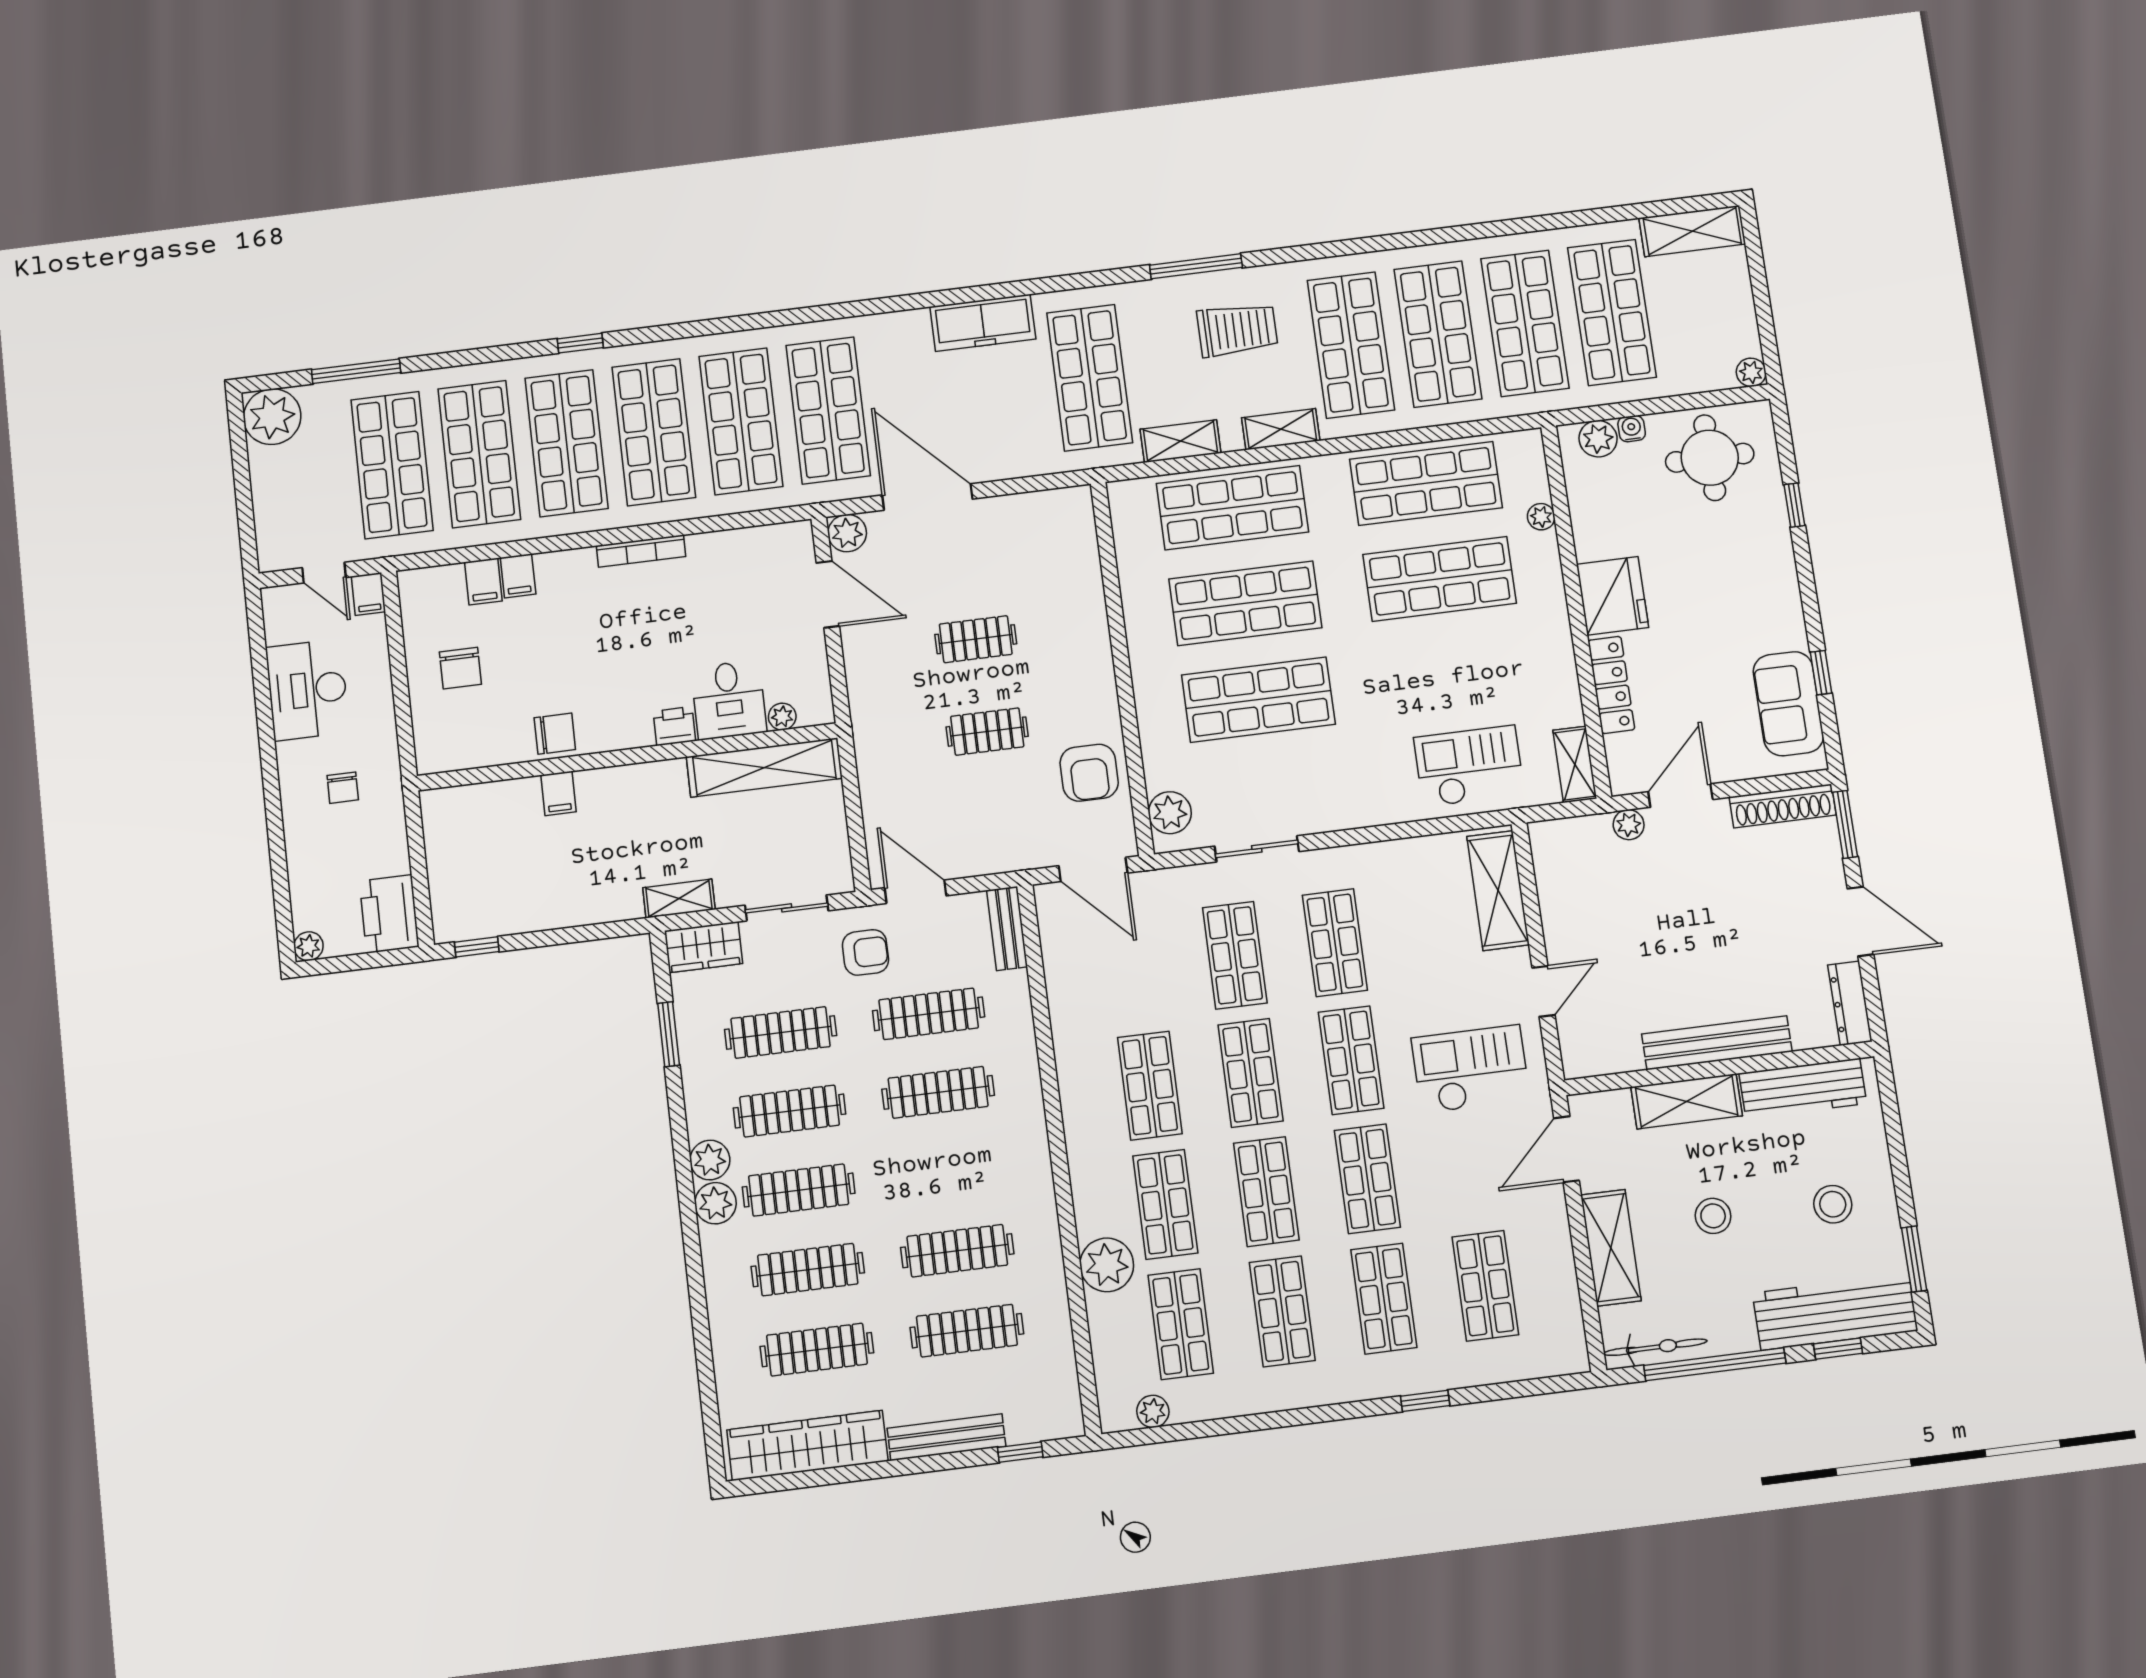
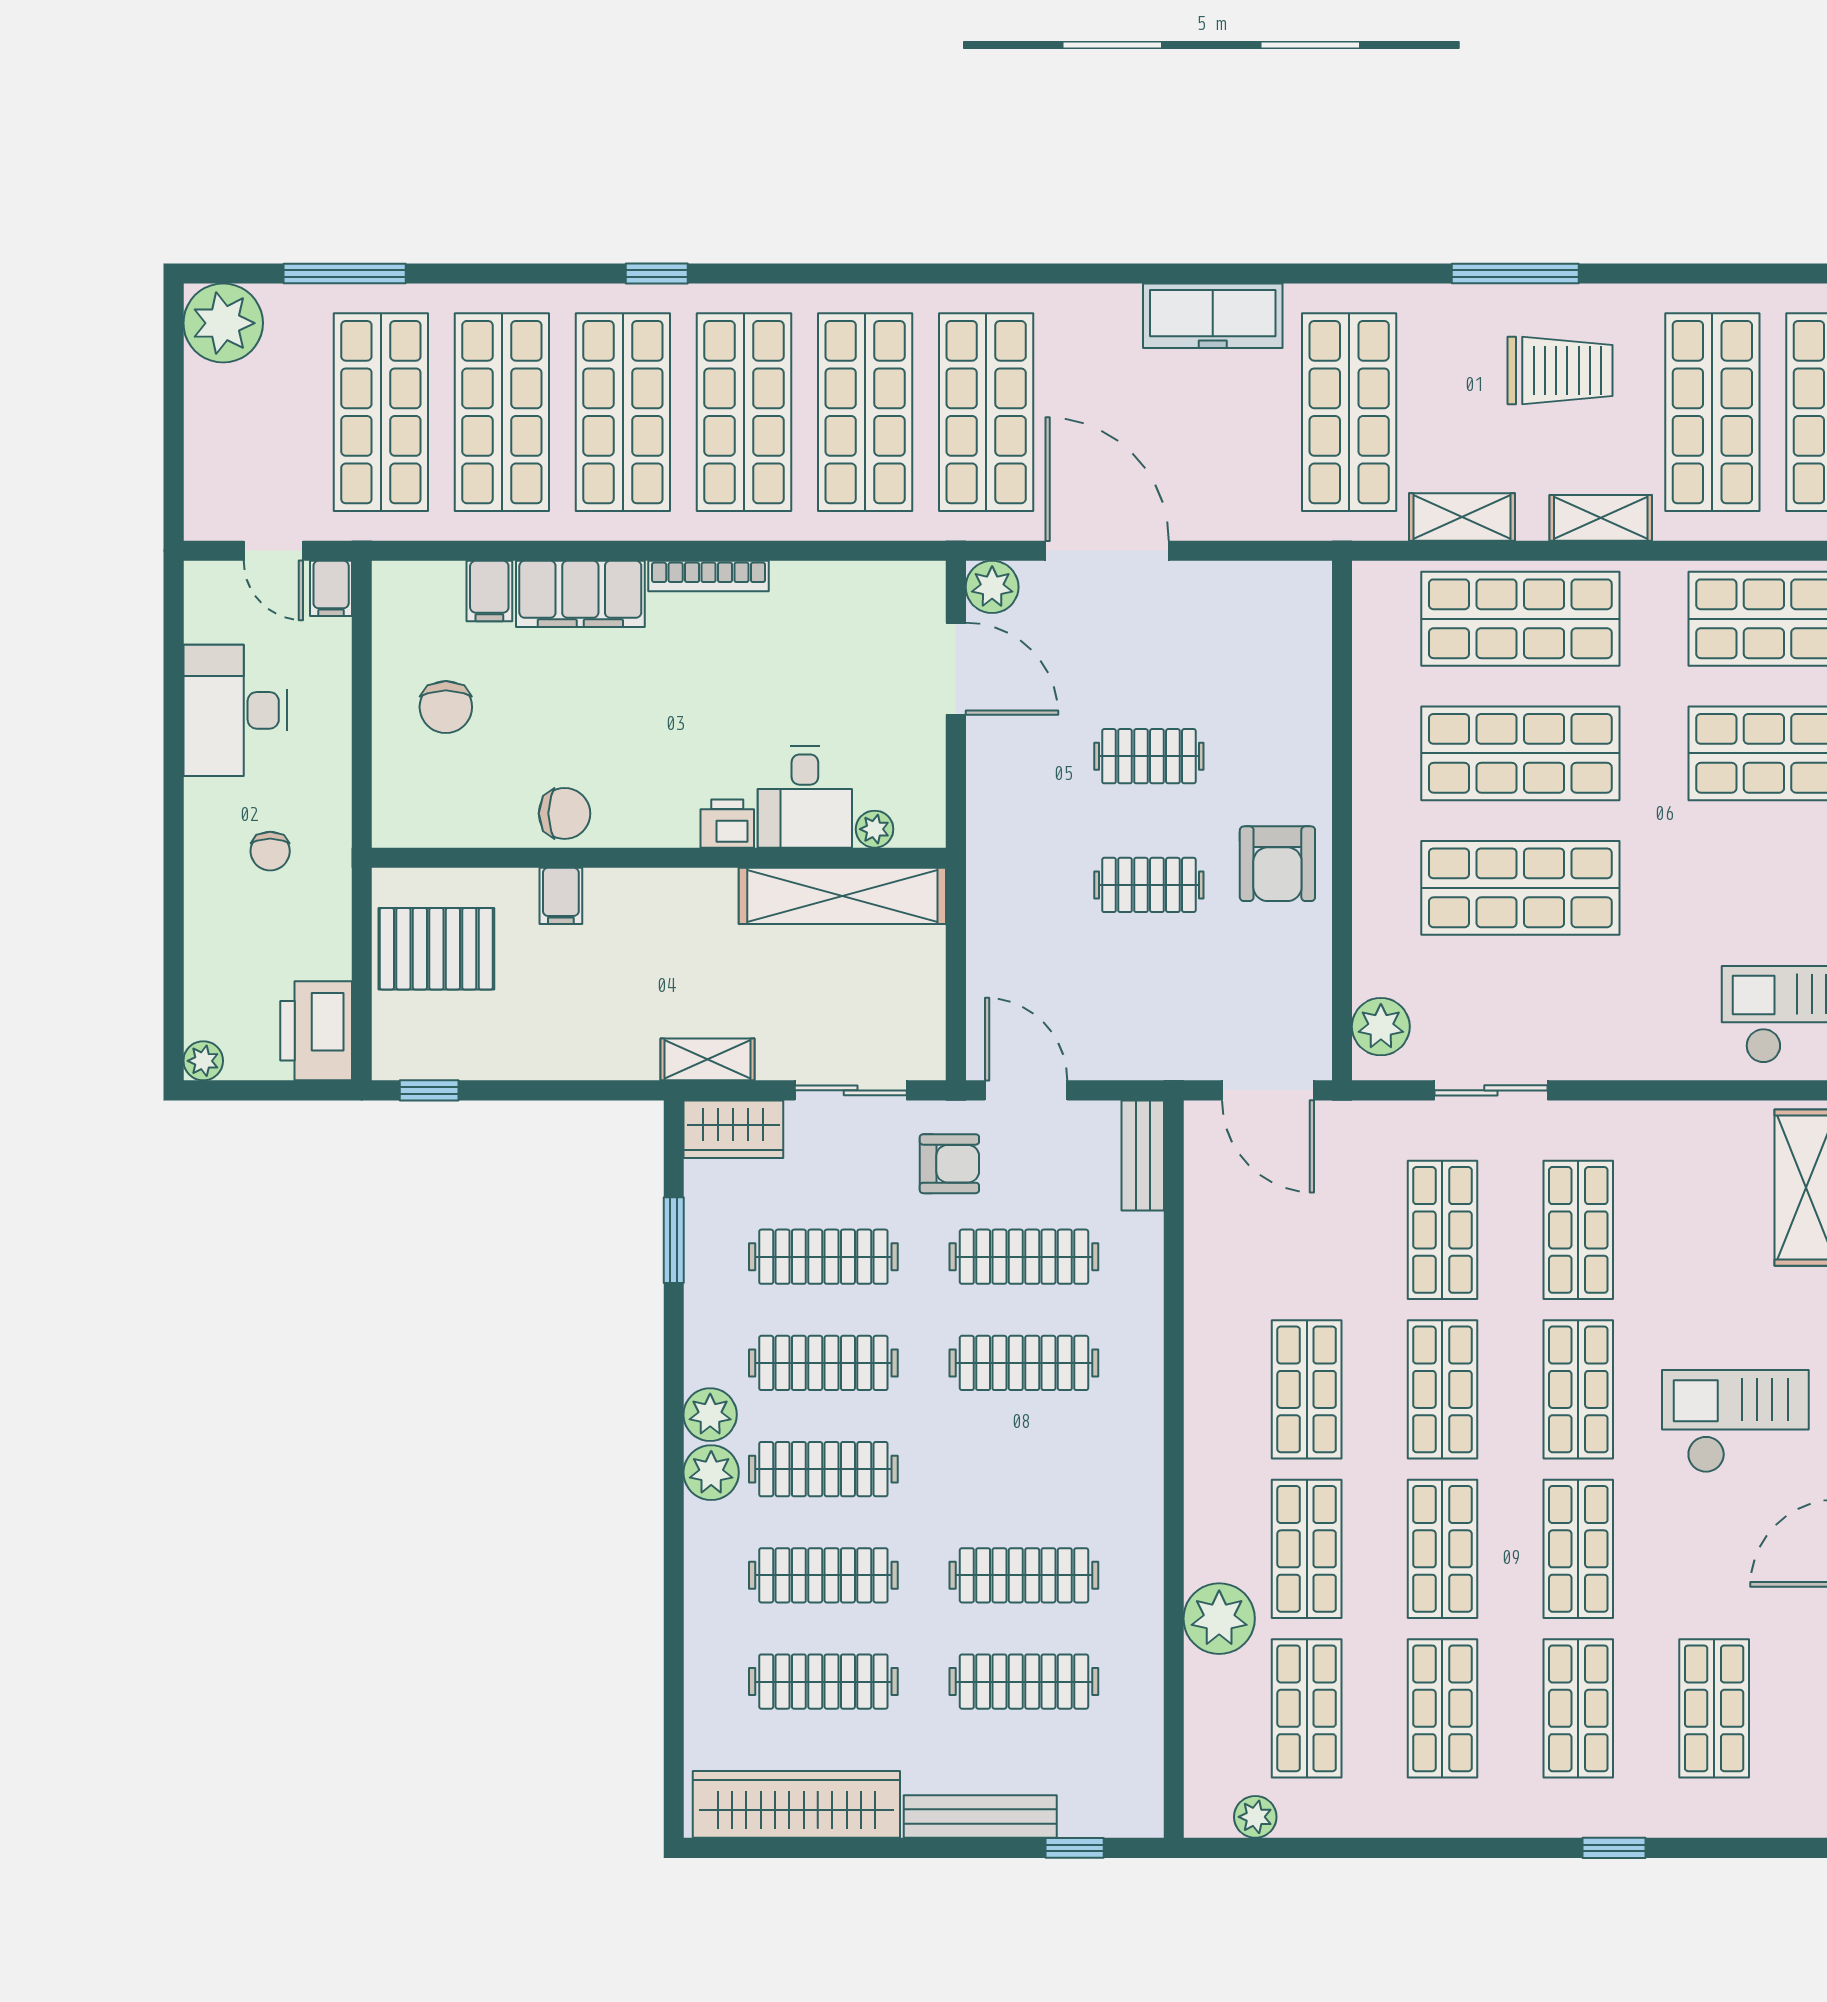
filing cabinet: (518, 576) -> (580, 594), width x3.00, depth x1.17
armchair: (1089, 773) -> (1277, 864), moved
pallet: (471, 843) -> (436, 949), added

